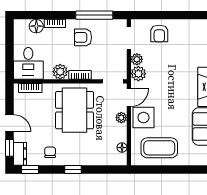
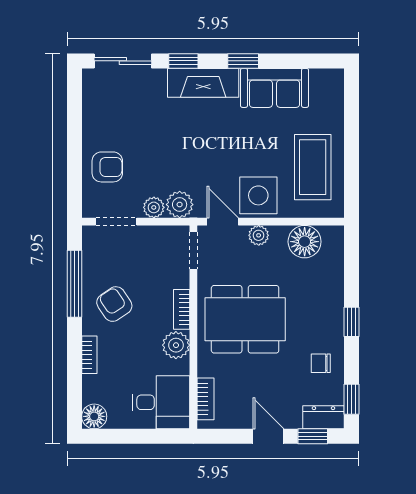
floor lamp: (36, 26) -> (94, 416), moved
armchair: (83, 37) -> (114, 304), turned 146
door: (9, 123) -> (268, 436), hinge flipped
floor lamp: (122, 148) -> (305, 242), width x1.89, depth x1.89

